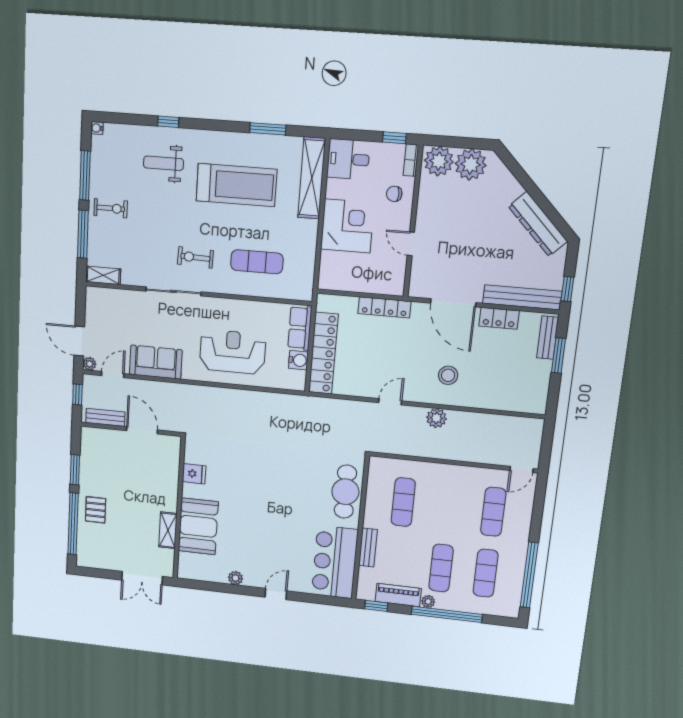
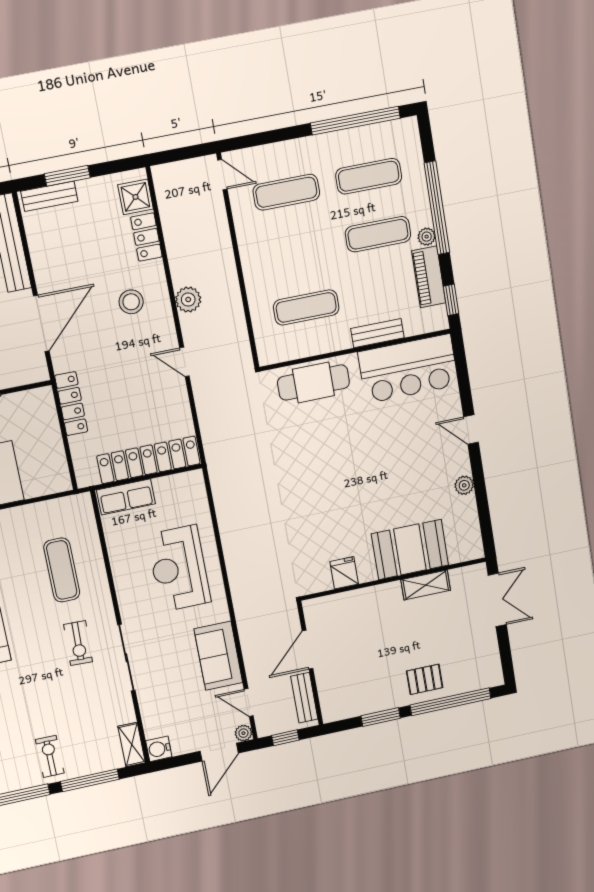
locker: (499, 318) -> (146, 237), moved, turned 180
water cooler: (298, 360) -> (159, 749), moved, turned -90
shower: (526, 401) -> (135, 197), added

